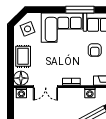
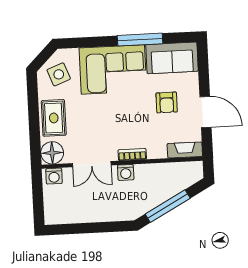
washing machine: (90, 93) -> (126, 172), moved

